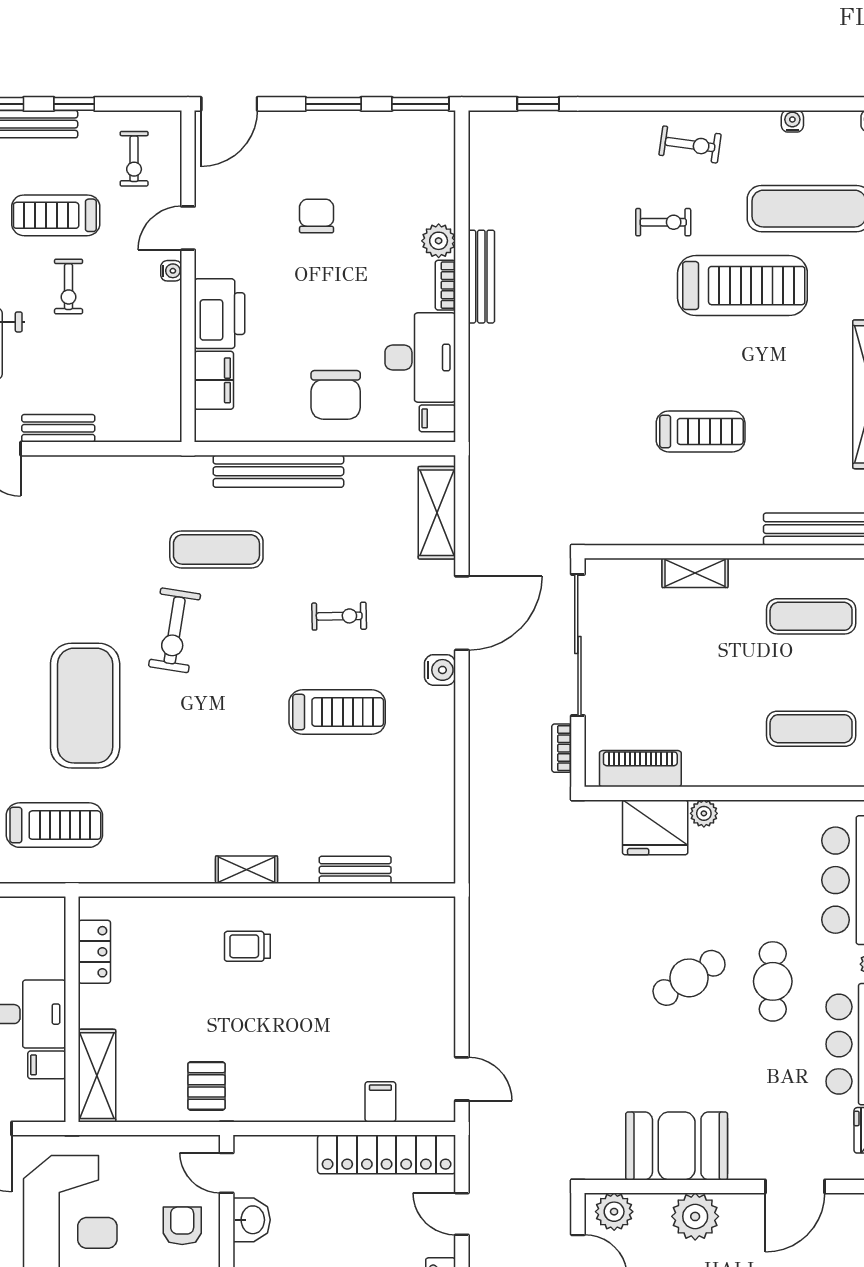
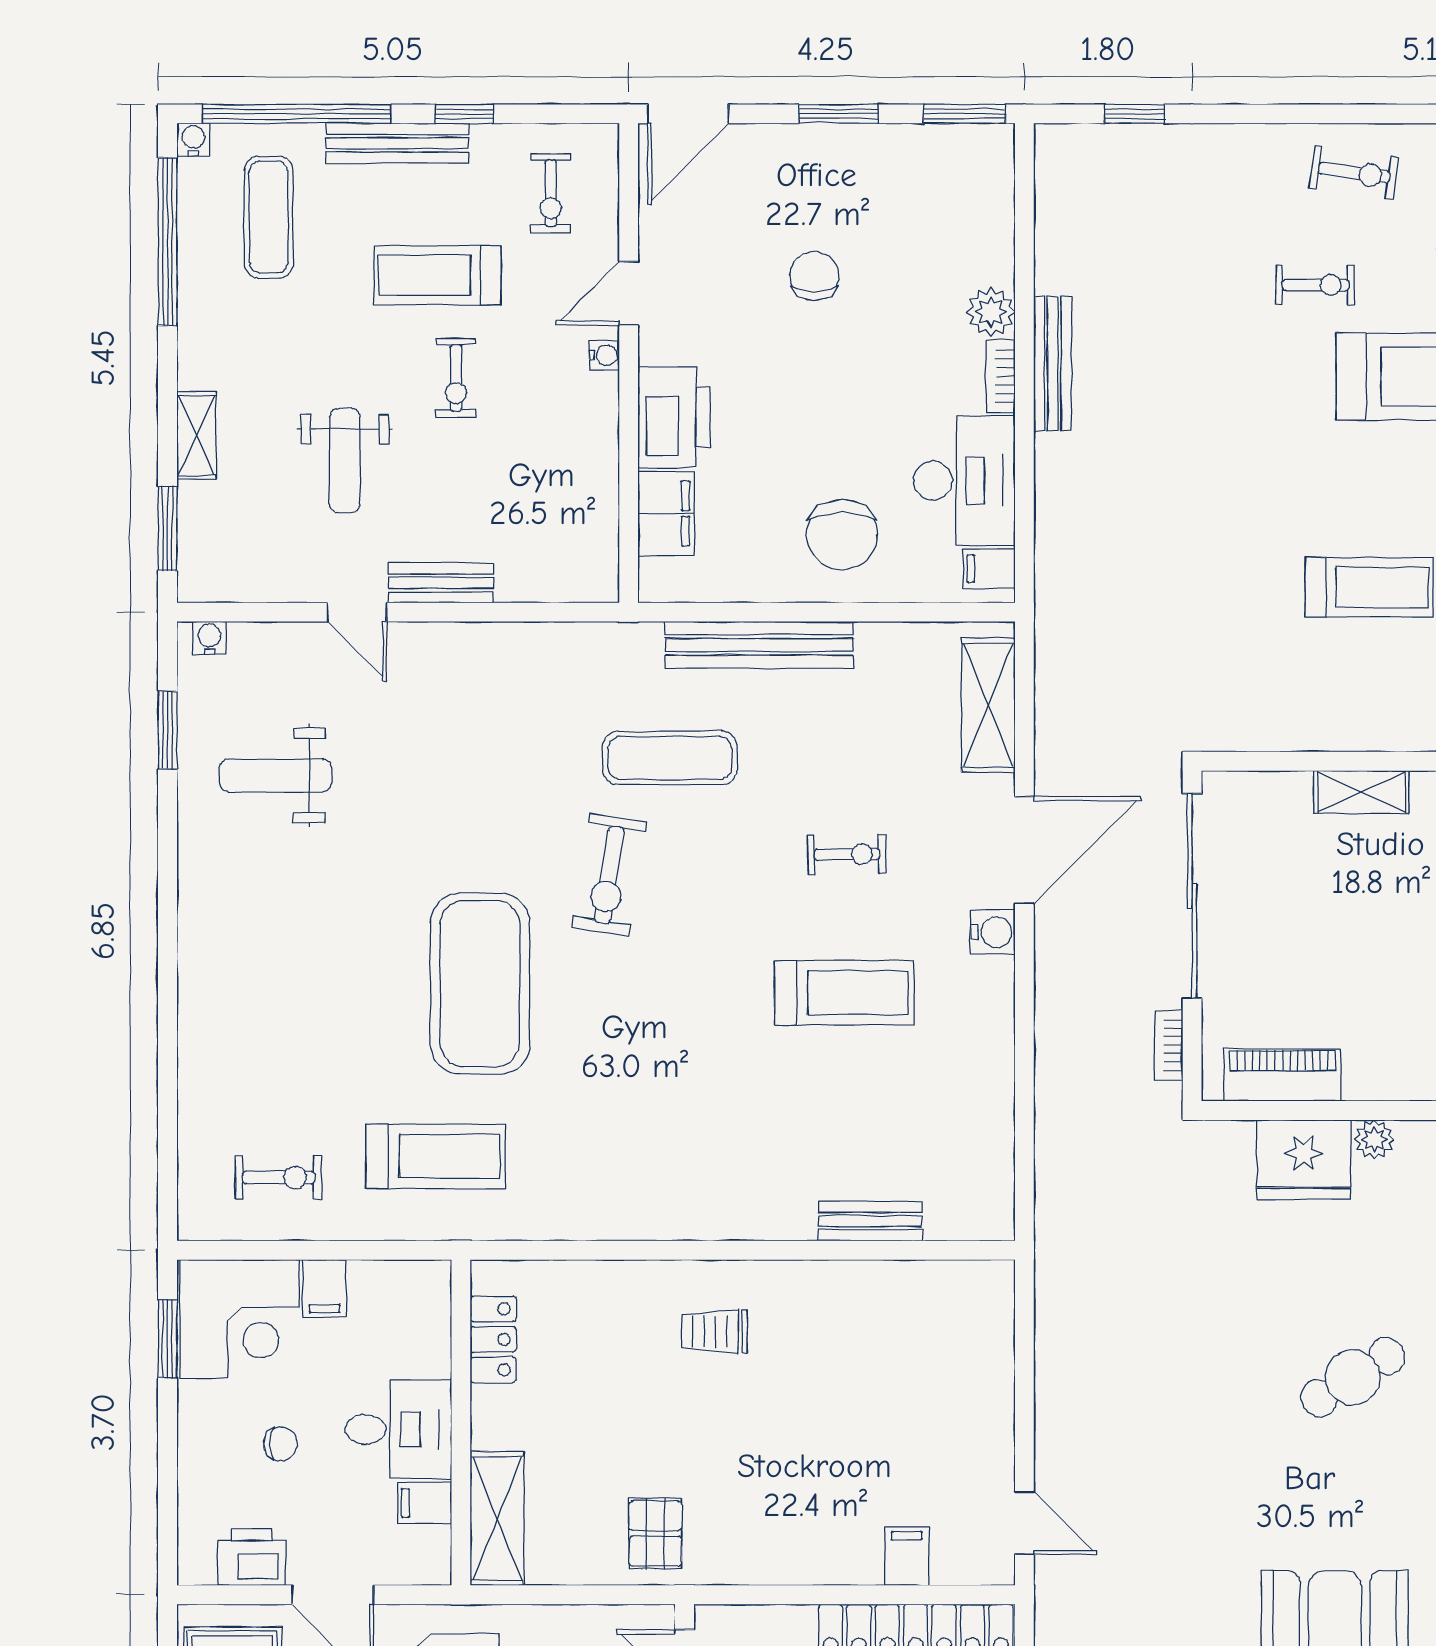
shelving: (247, 870) -> (713, 1221), removed

